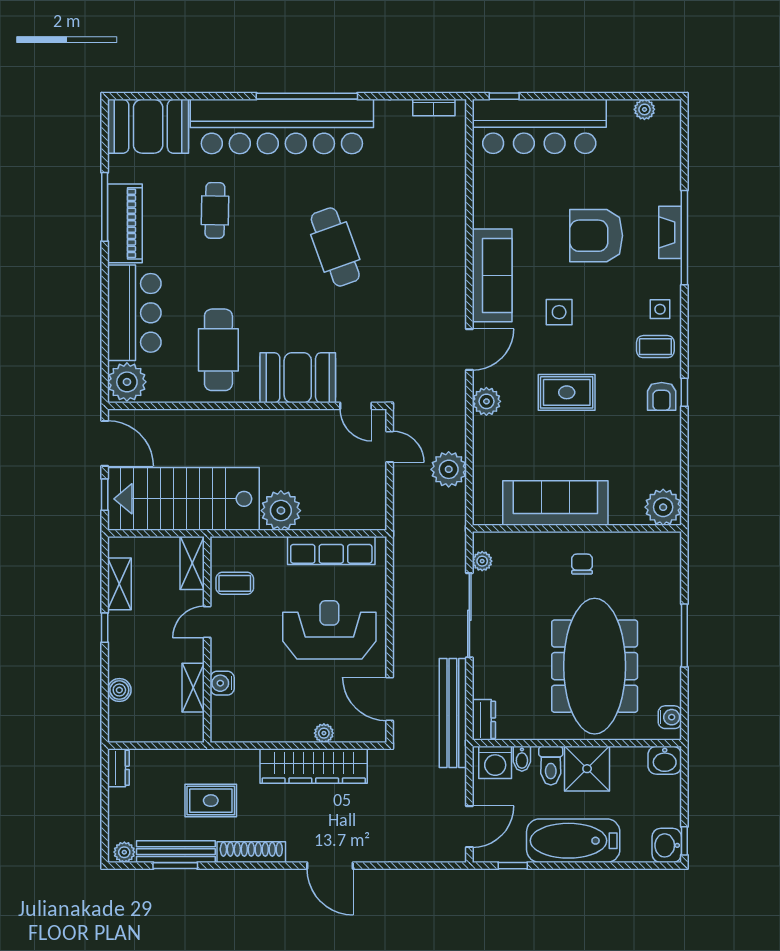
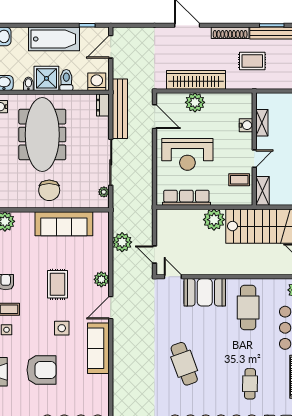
rug: (567, 392) -> (58, 284), turned 90
chair: (582, 564) -> (49, 190), width x1.87, depth x1.87
plant: (324, 733) -> (195, 102), width x1.87, depth x1.87
bidet: (522, 759) -> (28, 84), moved

